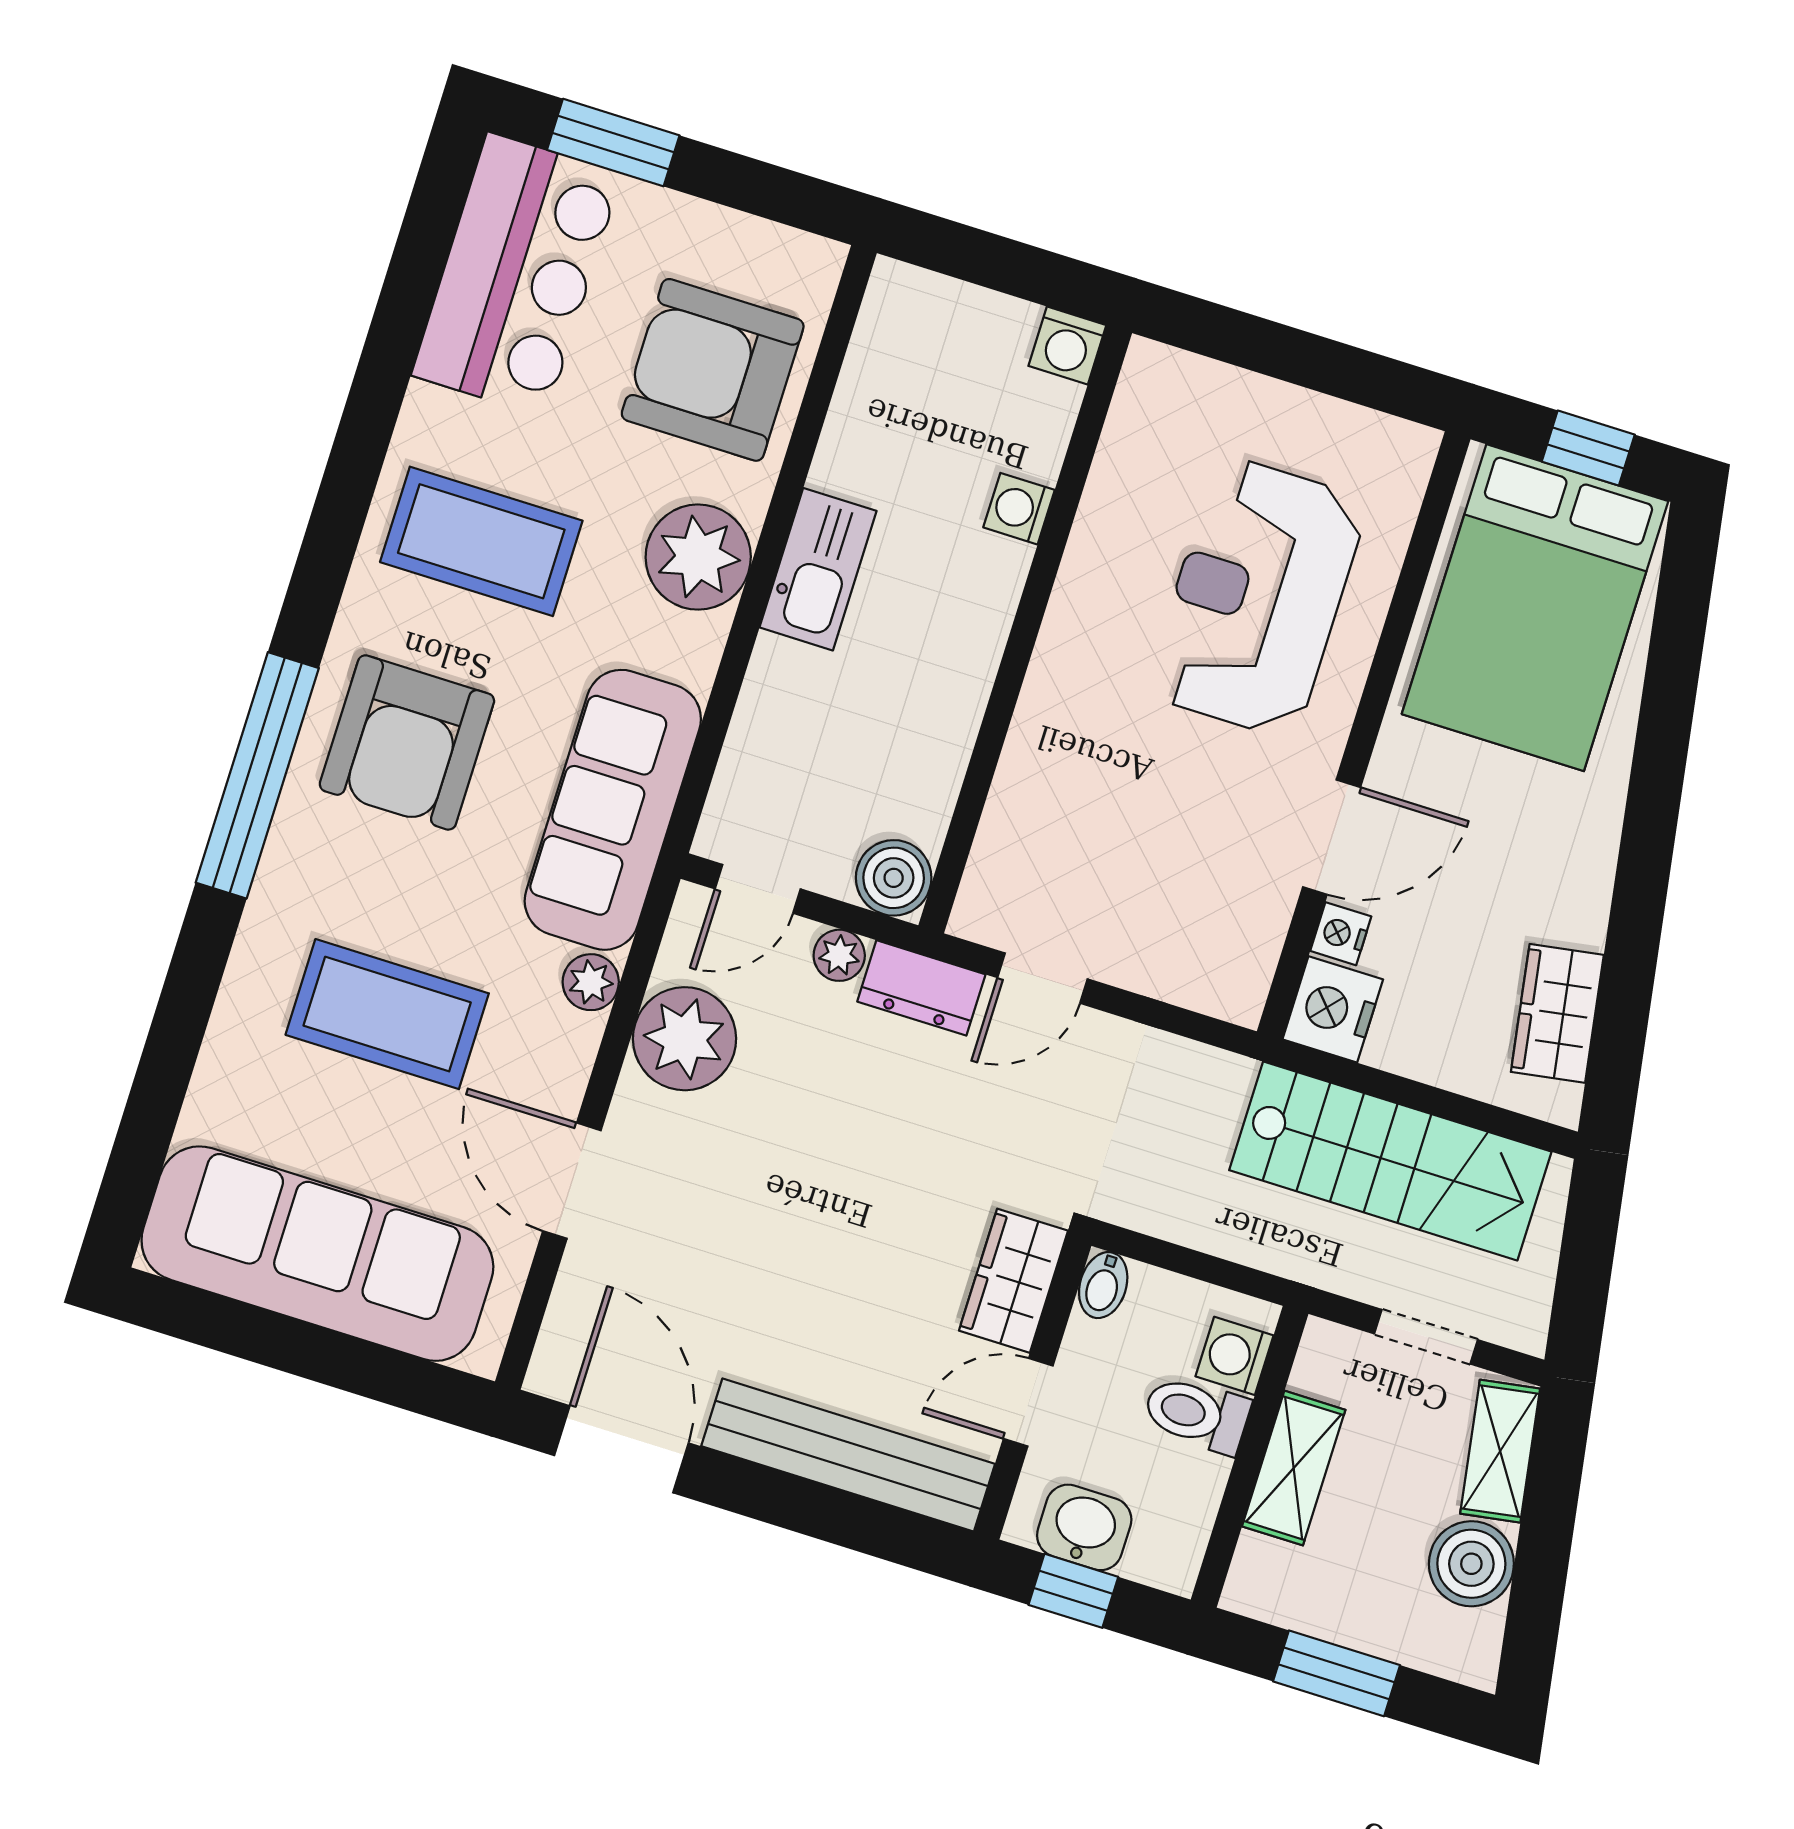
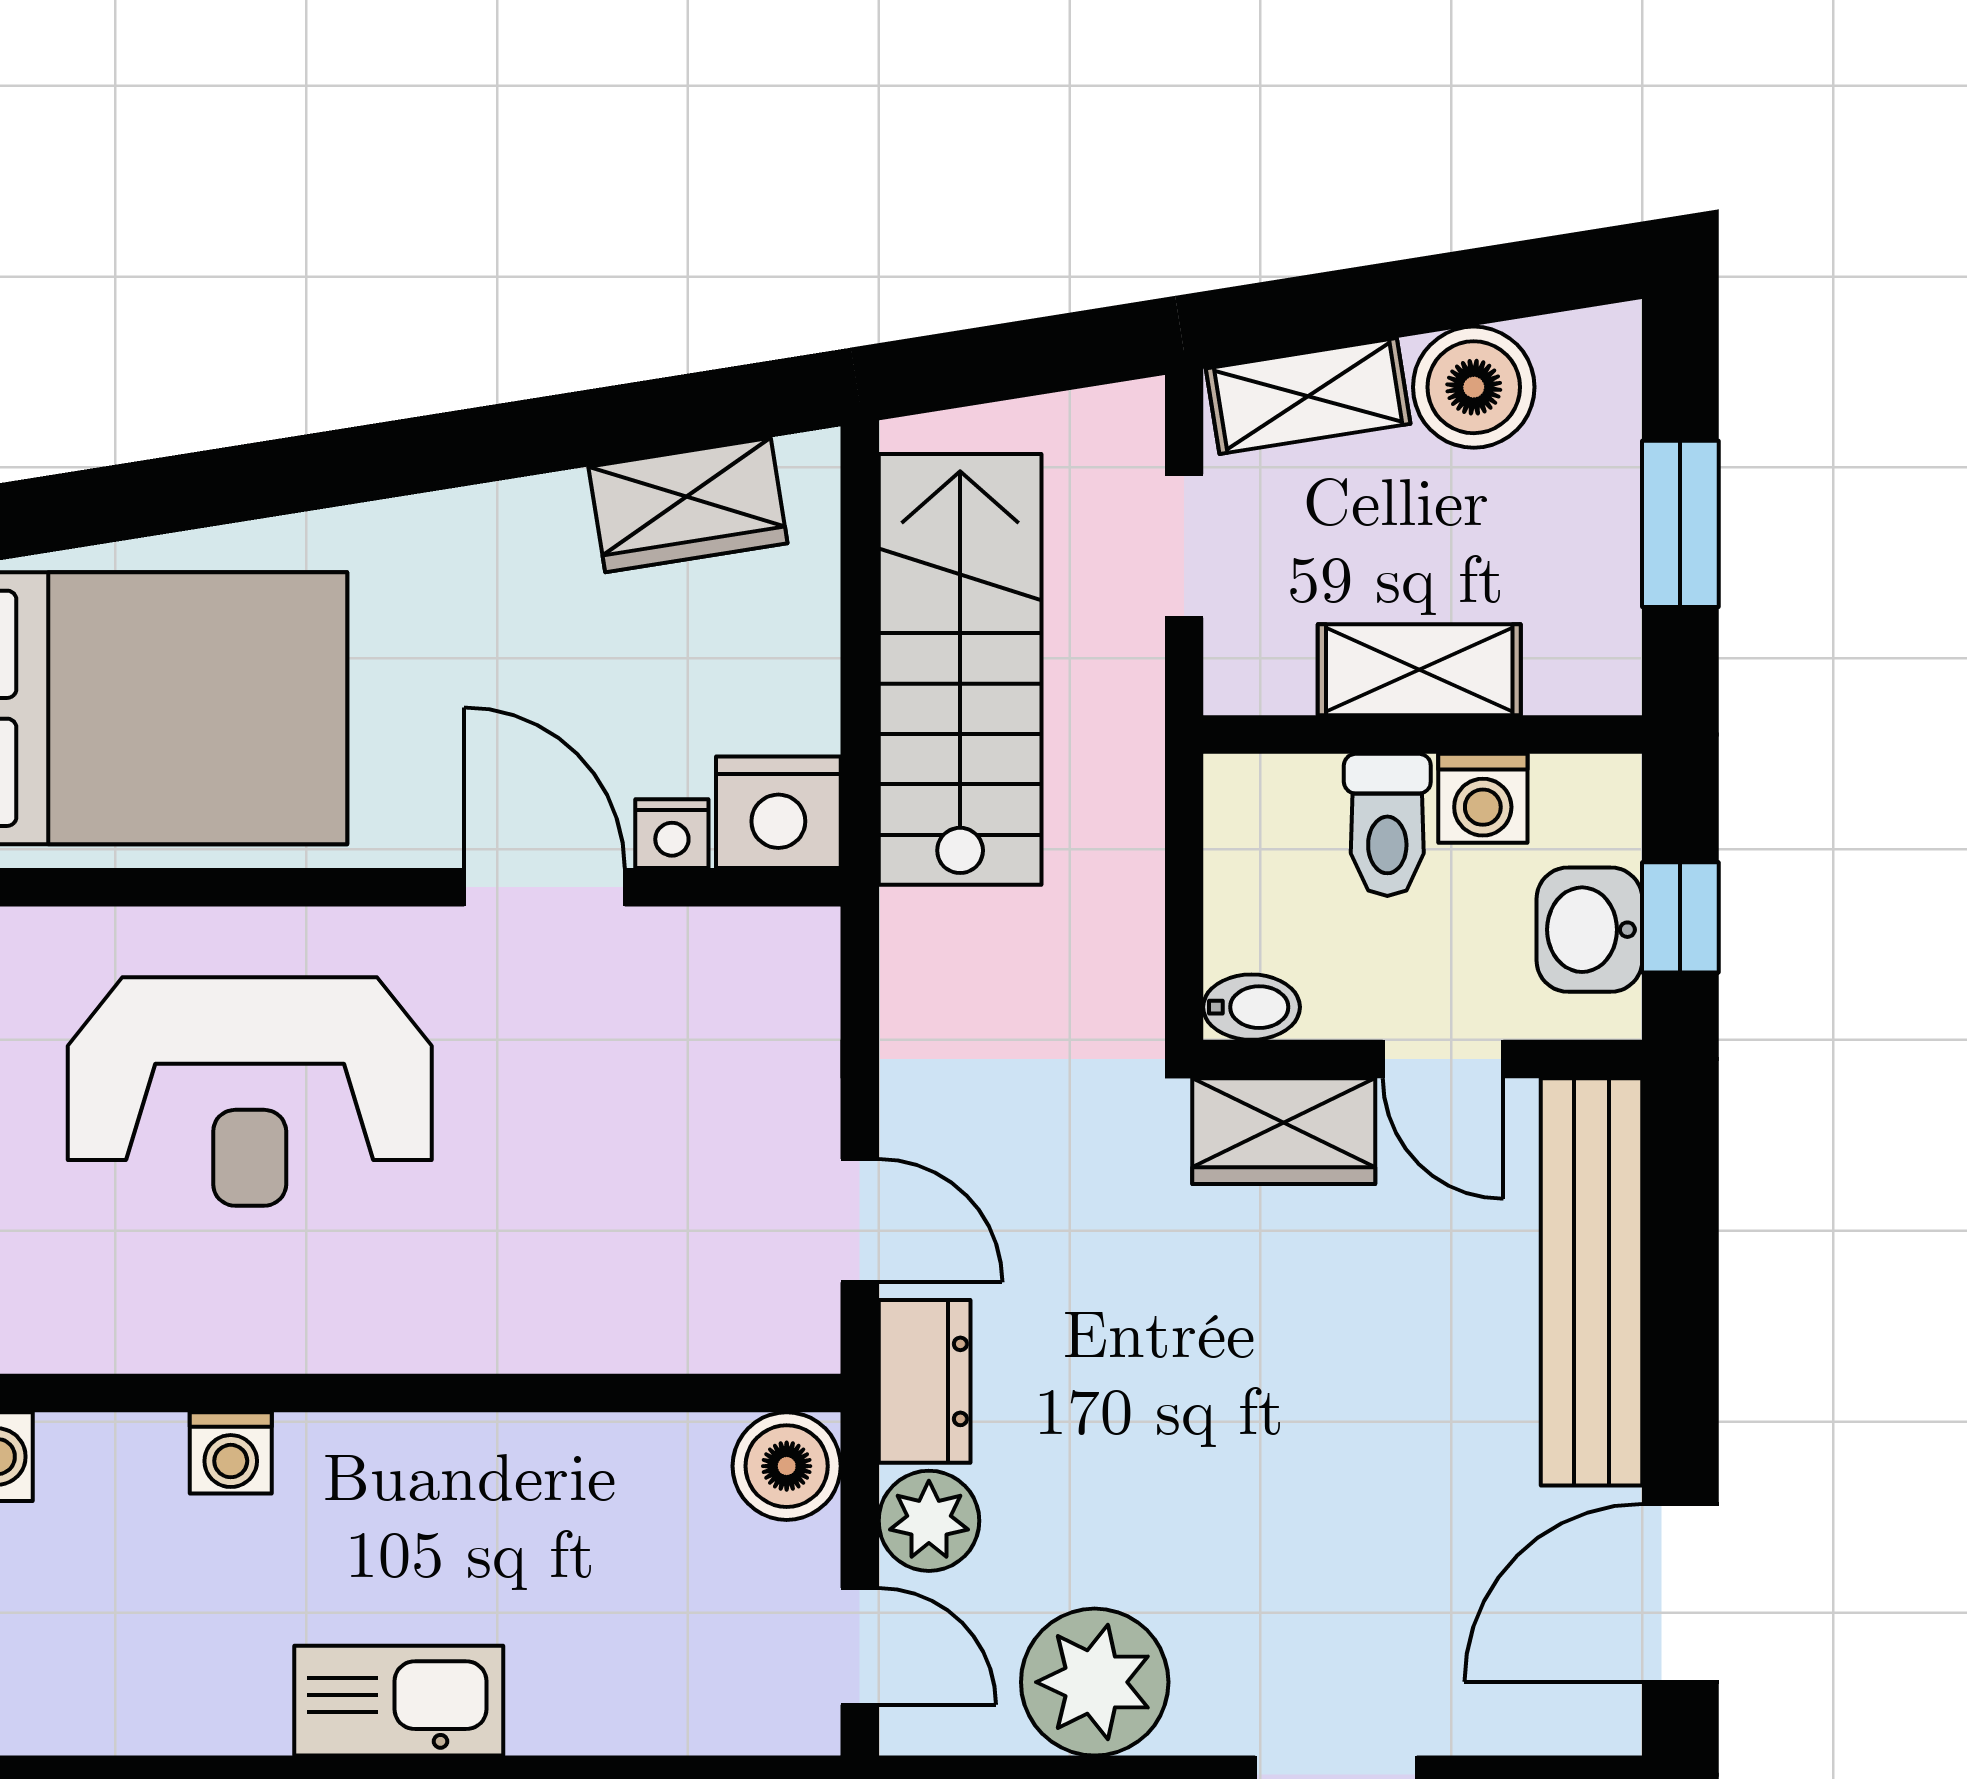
plant: (839, 955) -> (929, 1521), width x1.38, depth x1.38
washing machine: (1235, 1356) -> (1483, 798), moved

